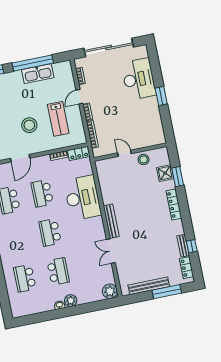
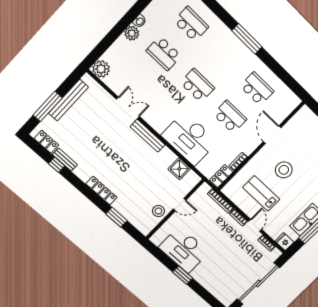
fridge: (66, 68) -> (284, 242), added
desk: (139, 79) -> (184, 250), moved
shower: (165, 173) -> (179, 169), moved

